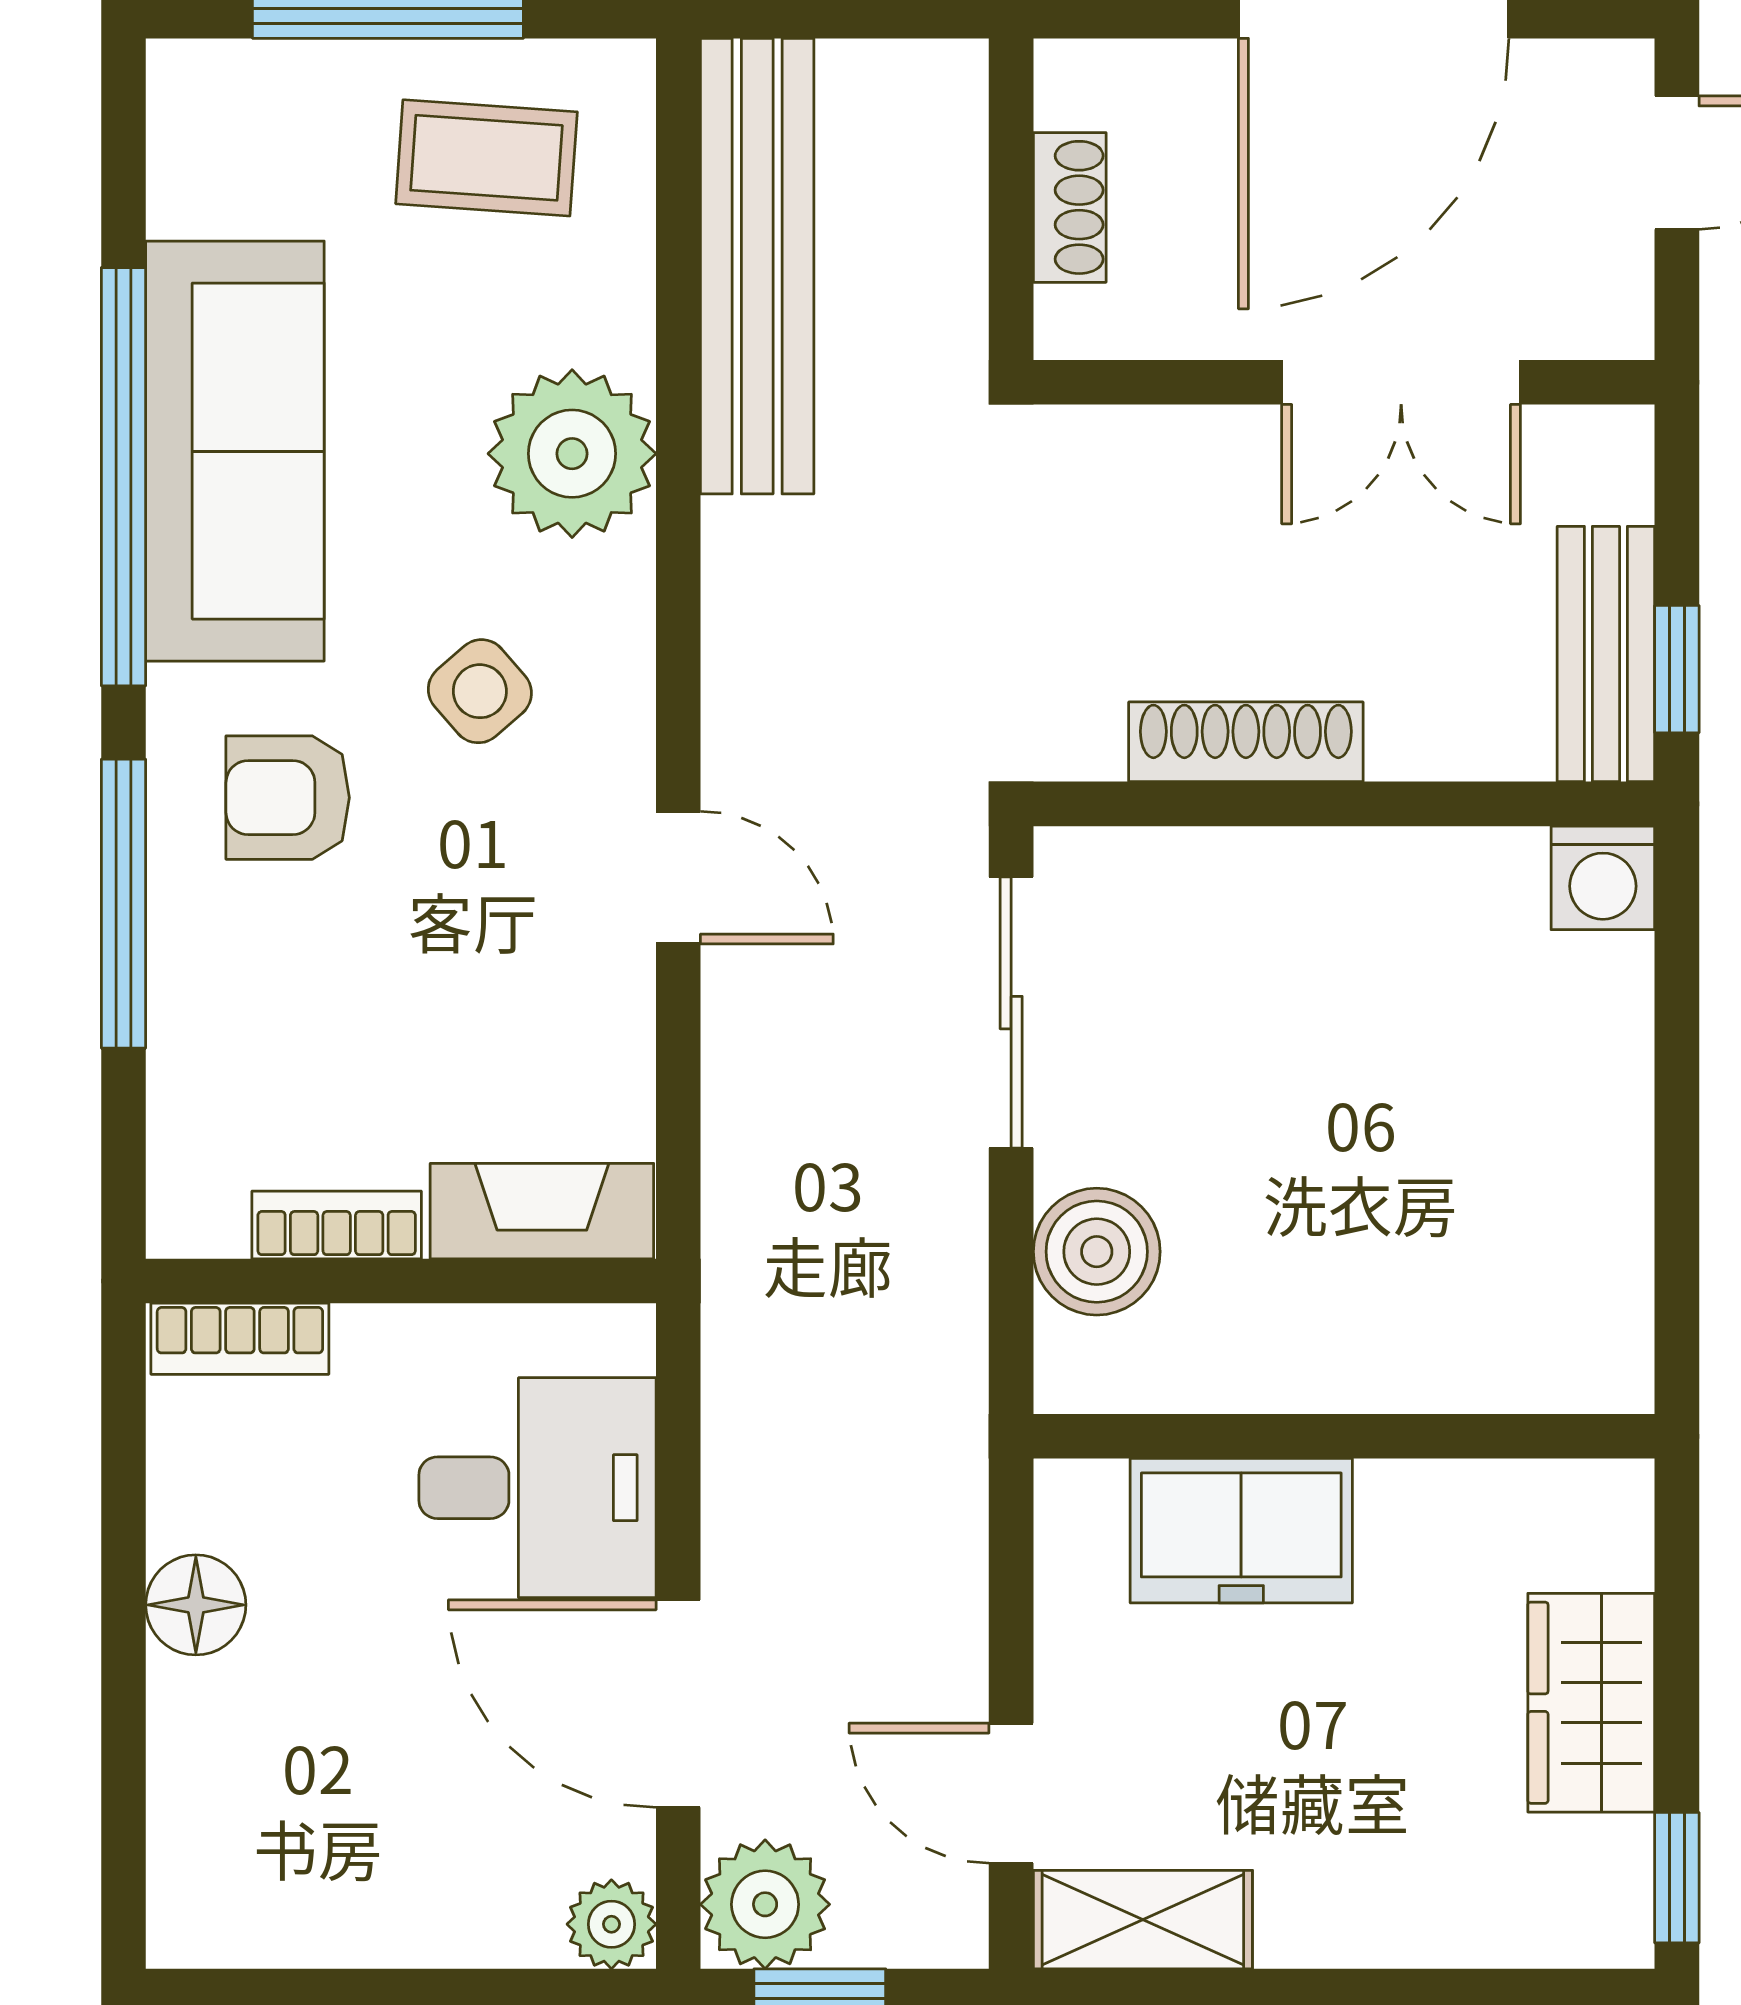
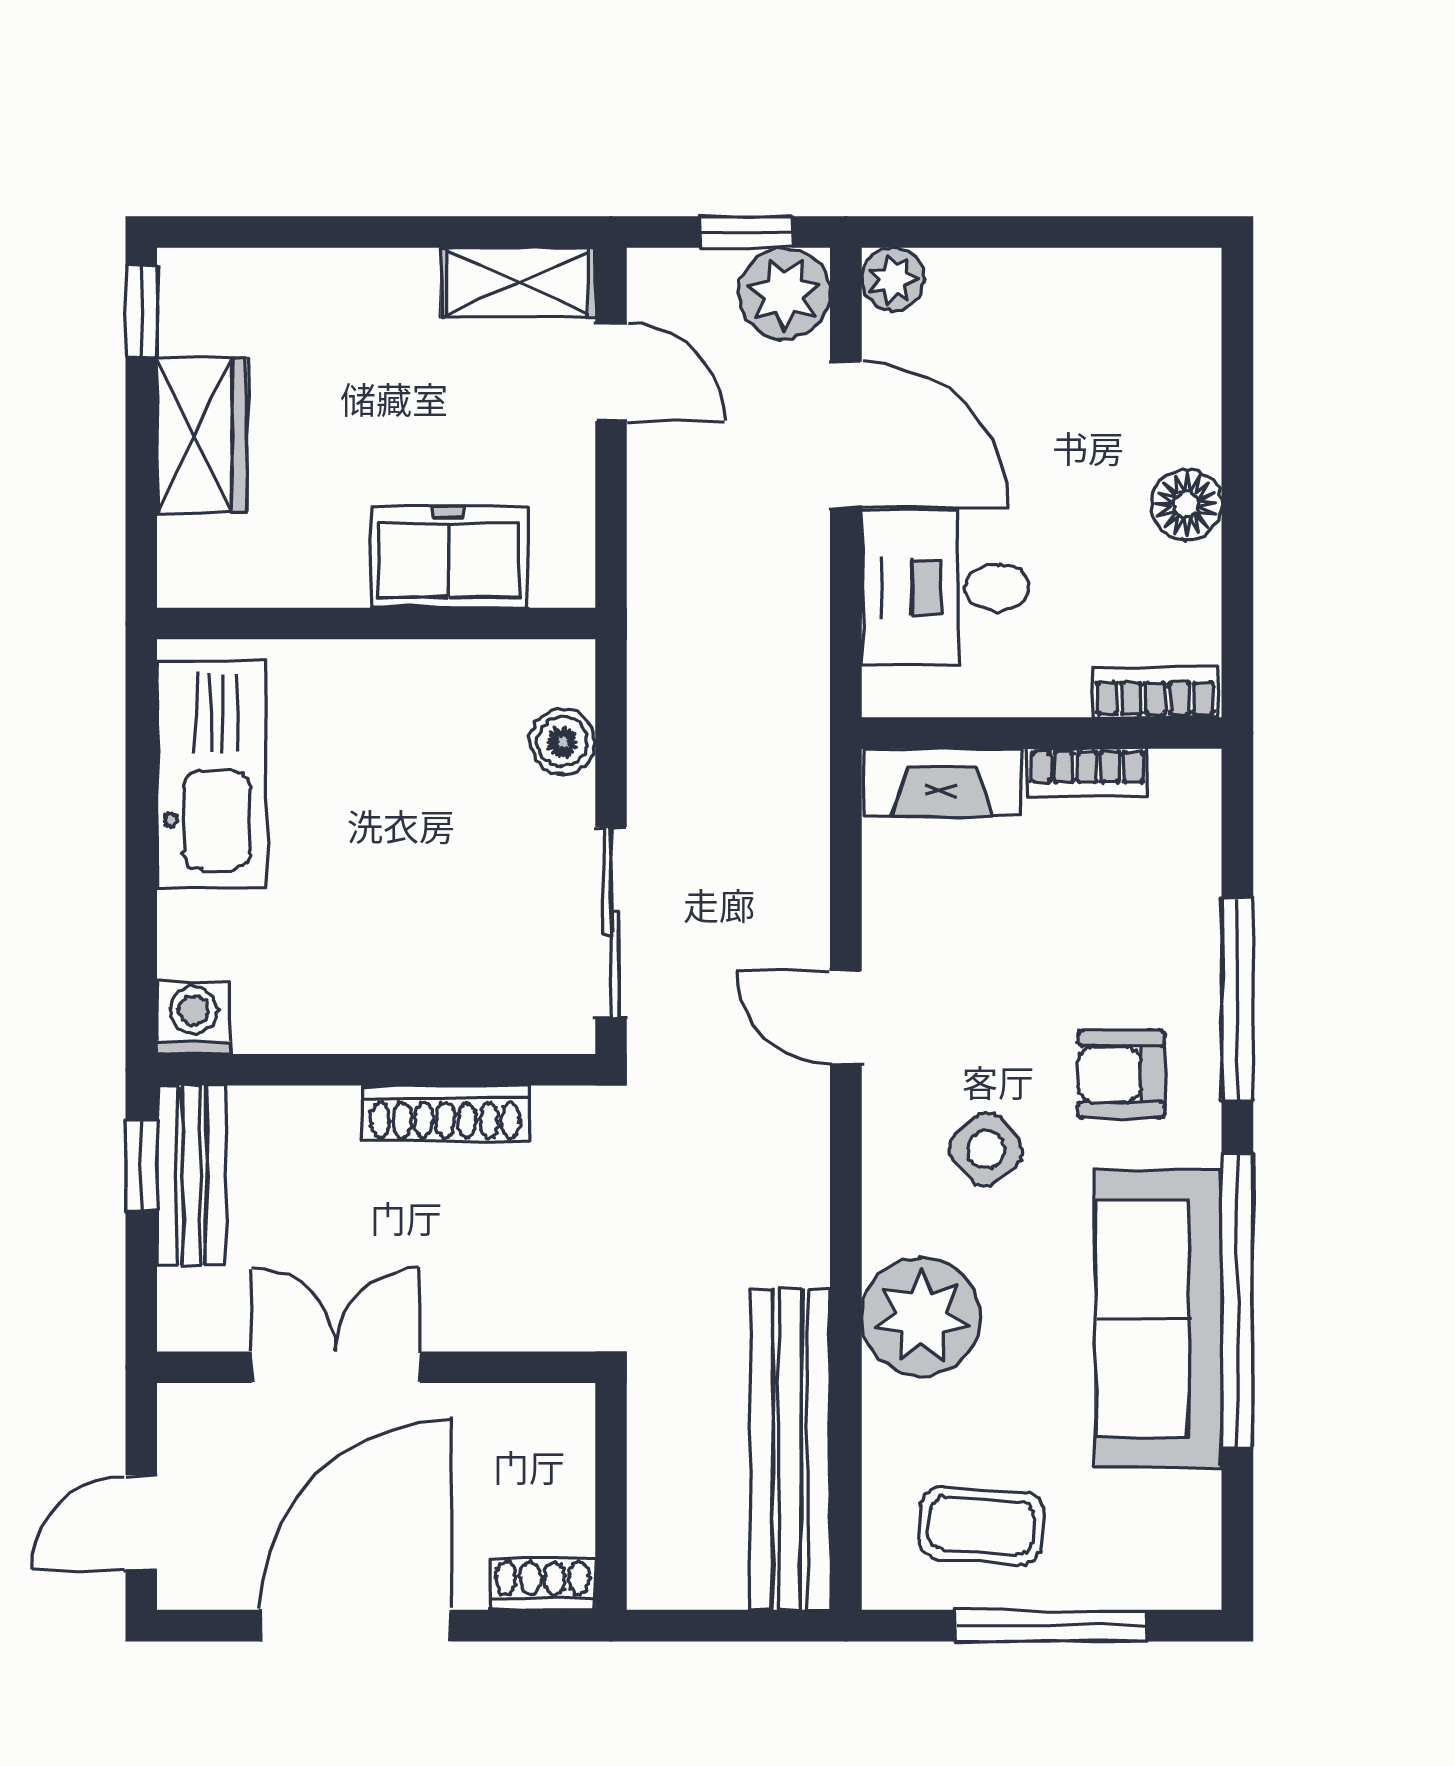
shoe rack: (1070, 207) -> (543, 1584), moved, turned 90
armchair: (288, 798) -> (1122, 1074), turned 180
kitchen sink: (1577, 1222) -> (212, 774), added
boiler: (1097, 1252) -> (563, 742), width x0.73, depth x0.73

